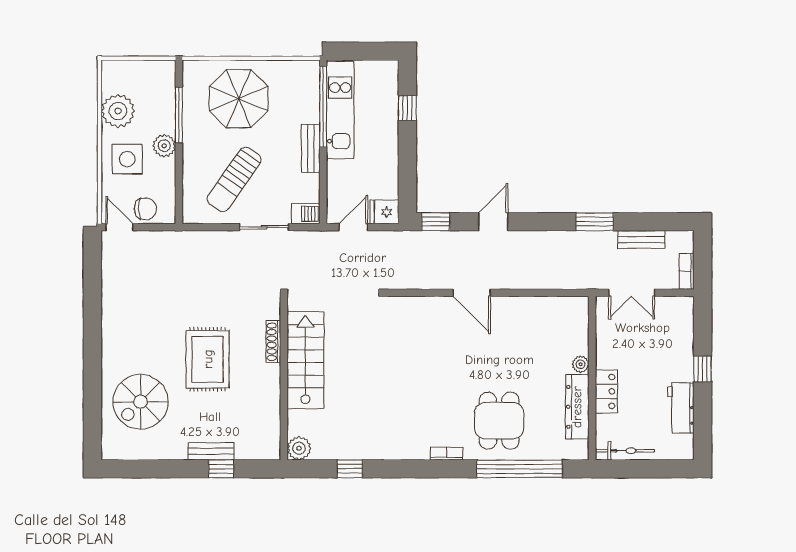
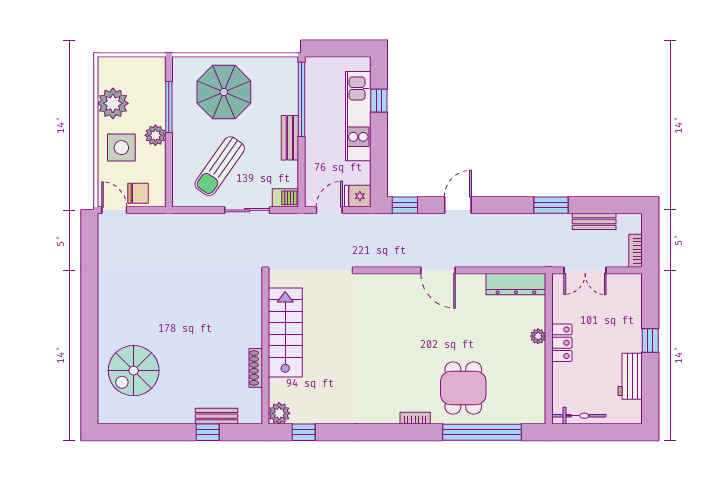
kitchen unit: (340, 110) -> (358, 116), moved, turned 180
shoe rack: (273, 342) -> (256, 368), moved
rug: (208, 359) -> (195, 332), removed
locker: (606, 391) -> (562, 343), moved
dresser: (577, 407) -> (516, 284), moved, turned -90
bench: (211, 451) -> (216, 416), moved
window: (350, 469) -> (304, 432), moved

